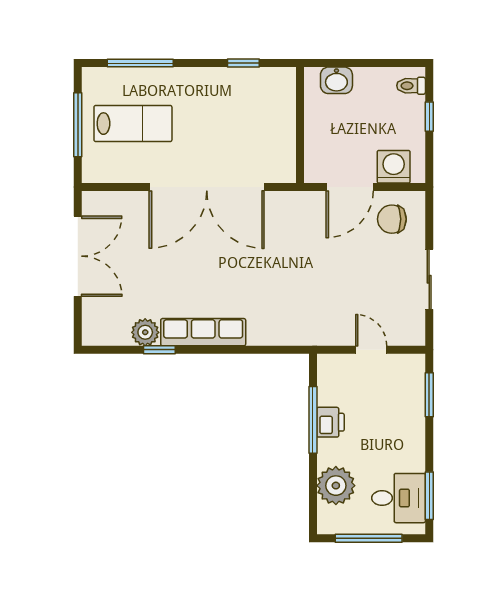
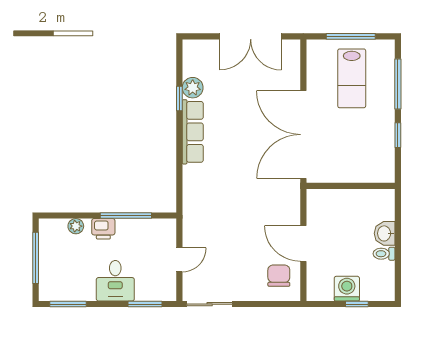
window: (243, 63) -> (398, 135), moved
toilet: (411, 86) -> (384, 254), moved, turned -90
wall: (300, 125) -> (351, 186), moved
washing machine: (394, 167) -> (347, 289), moved, turned -90
sliding door: (429, 279) -> (210, 304), moved
printer: (330, 422) -> (103, 229), moved
plant: (336, 486) -> (76, 226), width x0.53, depth x0.53
desk: (399, 498) -> (115, 281), moved

